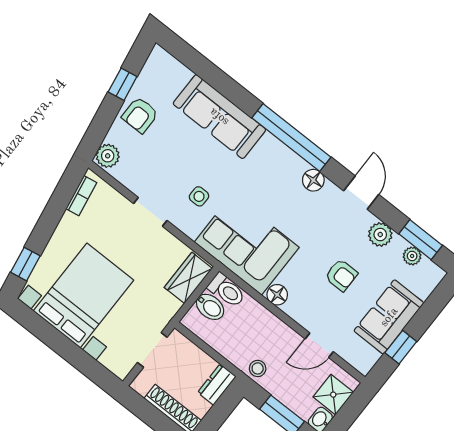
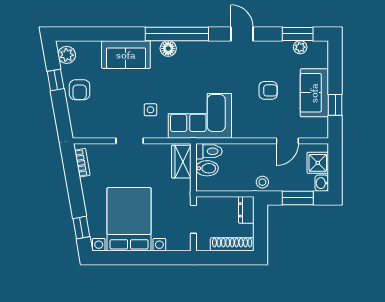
sofa: (219, 117) -> (126, 55), width x0.73
plant: (108, 156) -> (67, 55), moved
floor lamp: (313, 180) -> (168, 48), moved
plant: (380, 235) -> (272, 49), removed
floor lamp: (277, 295) -> (240, 131), removed

